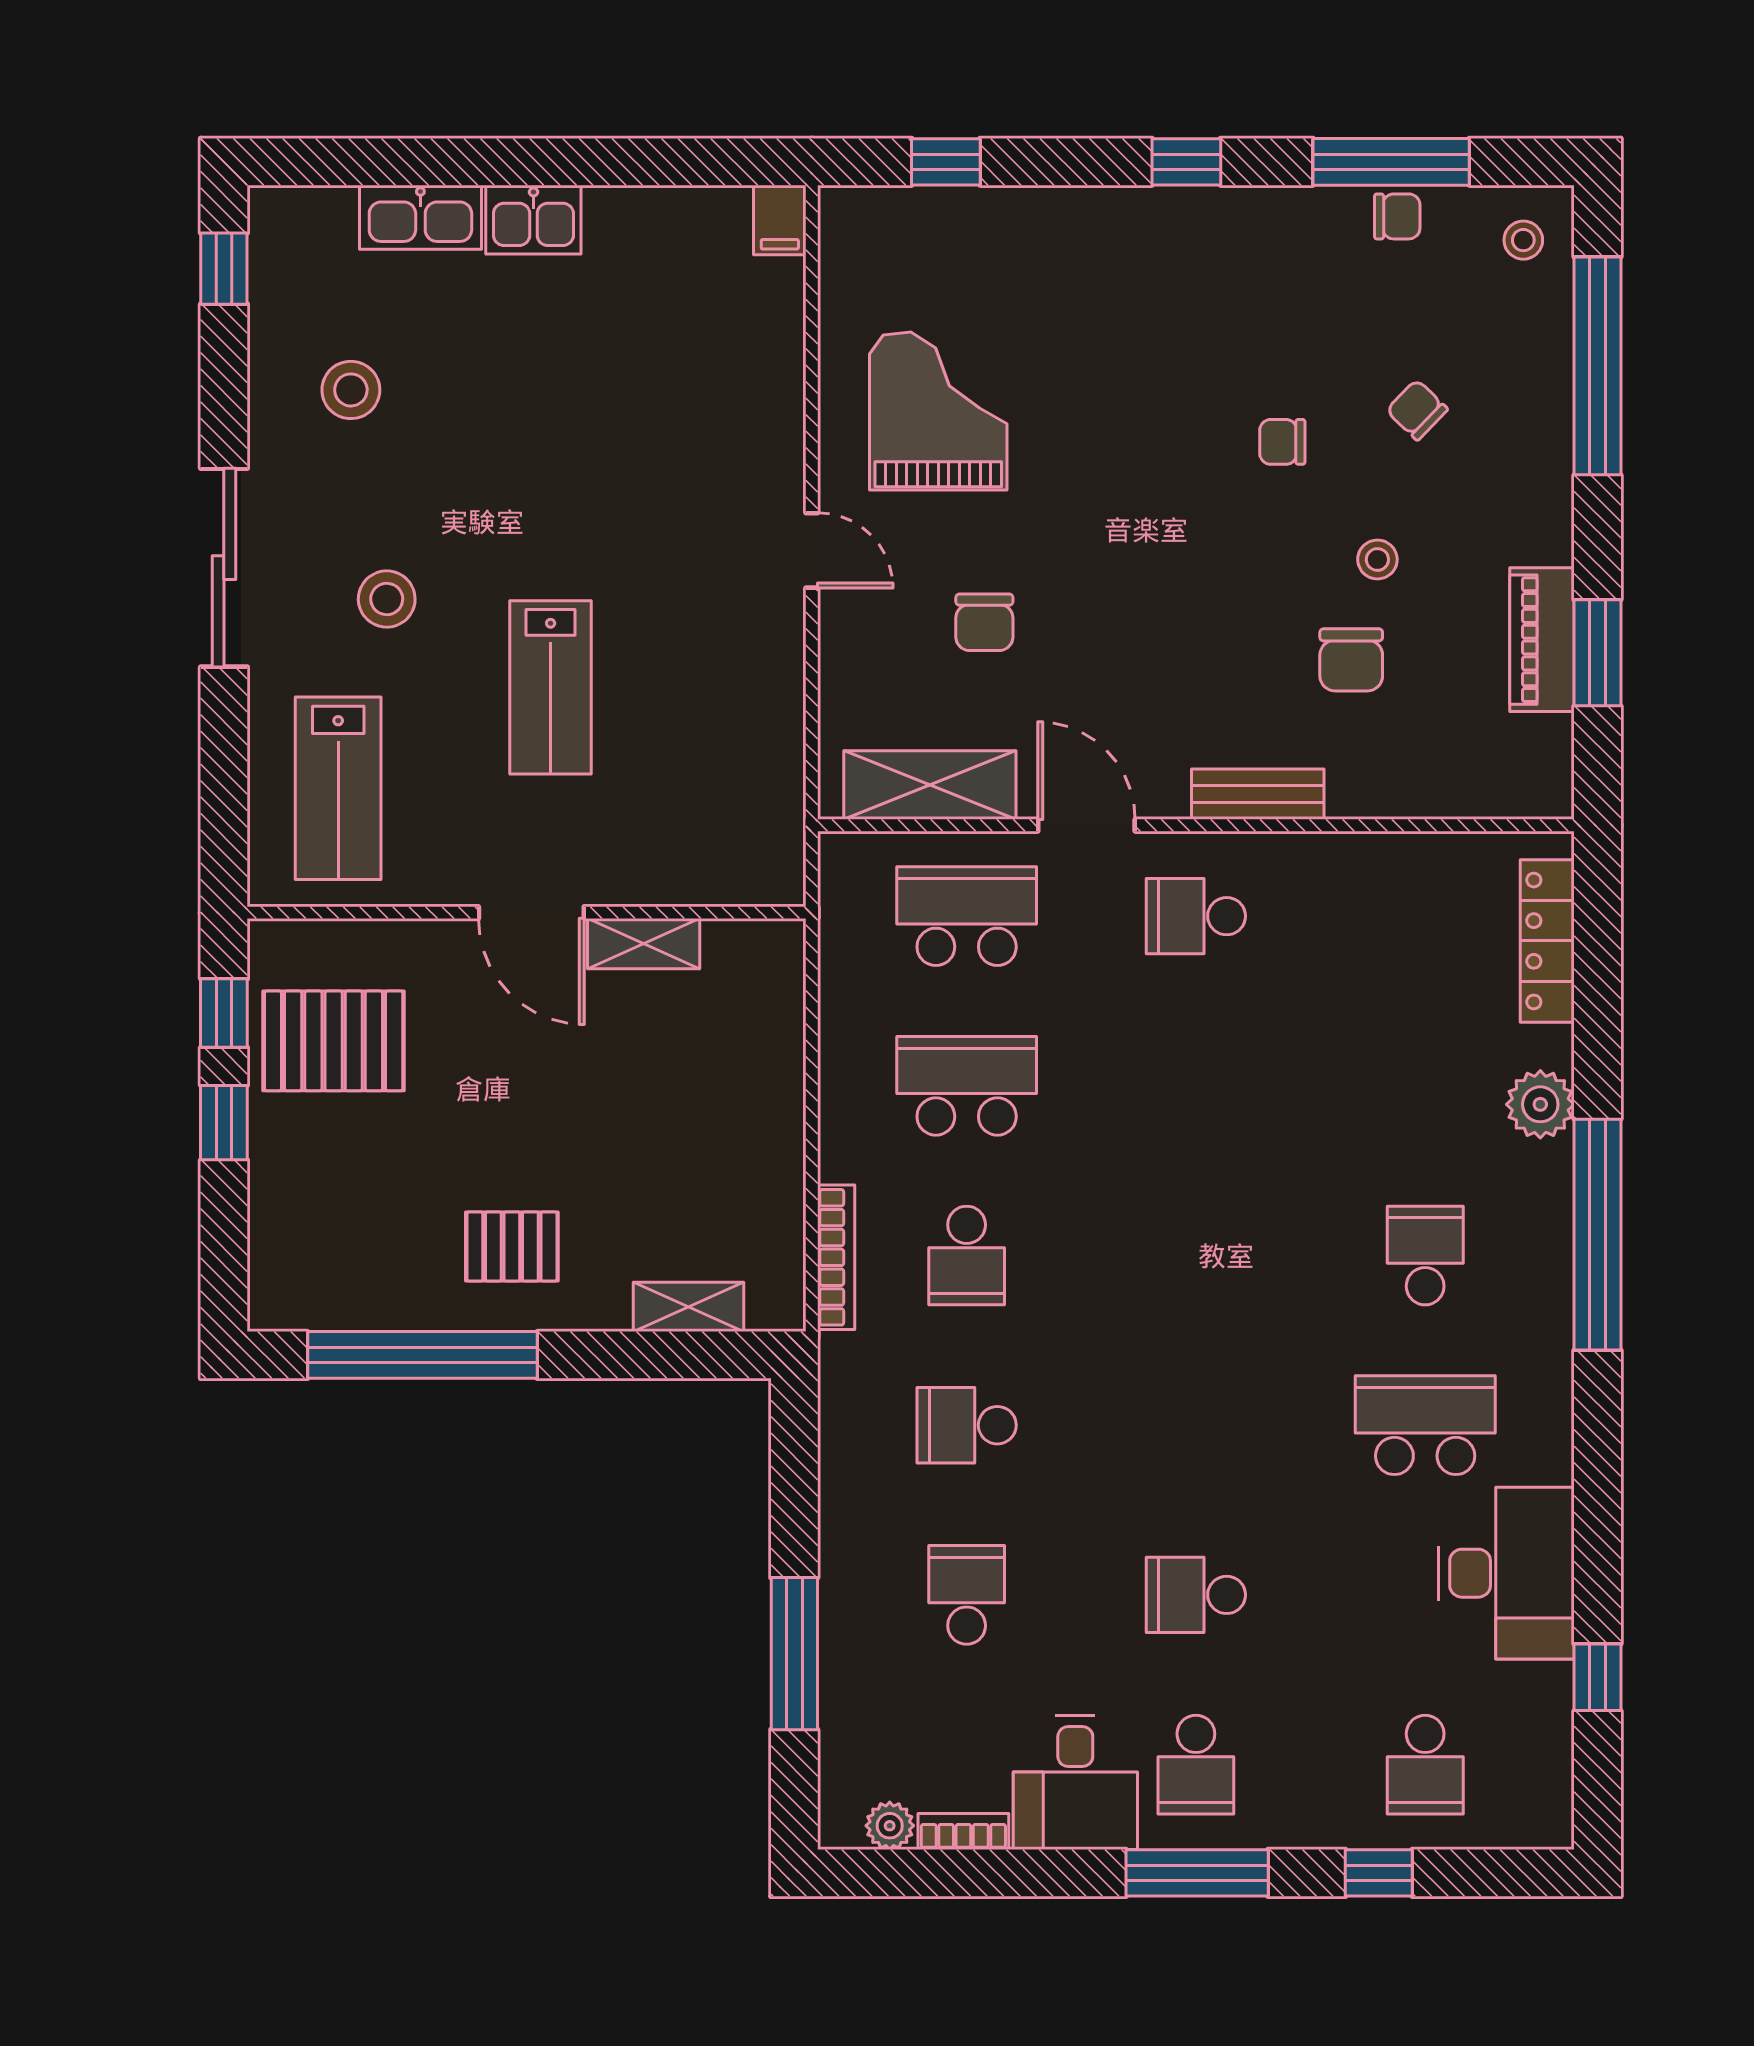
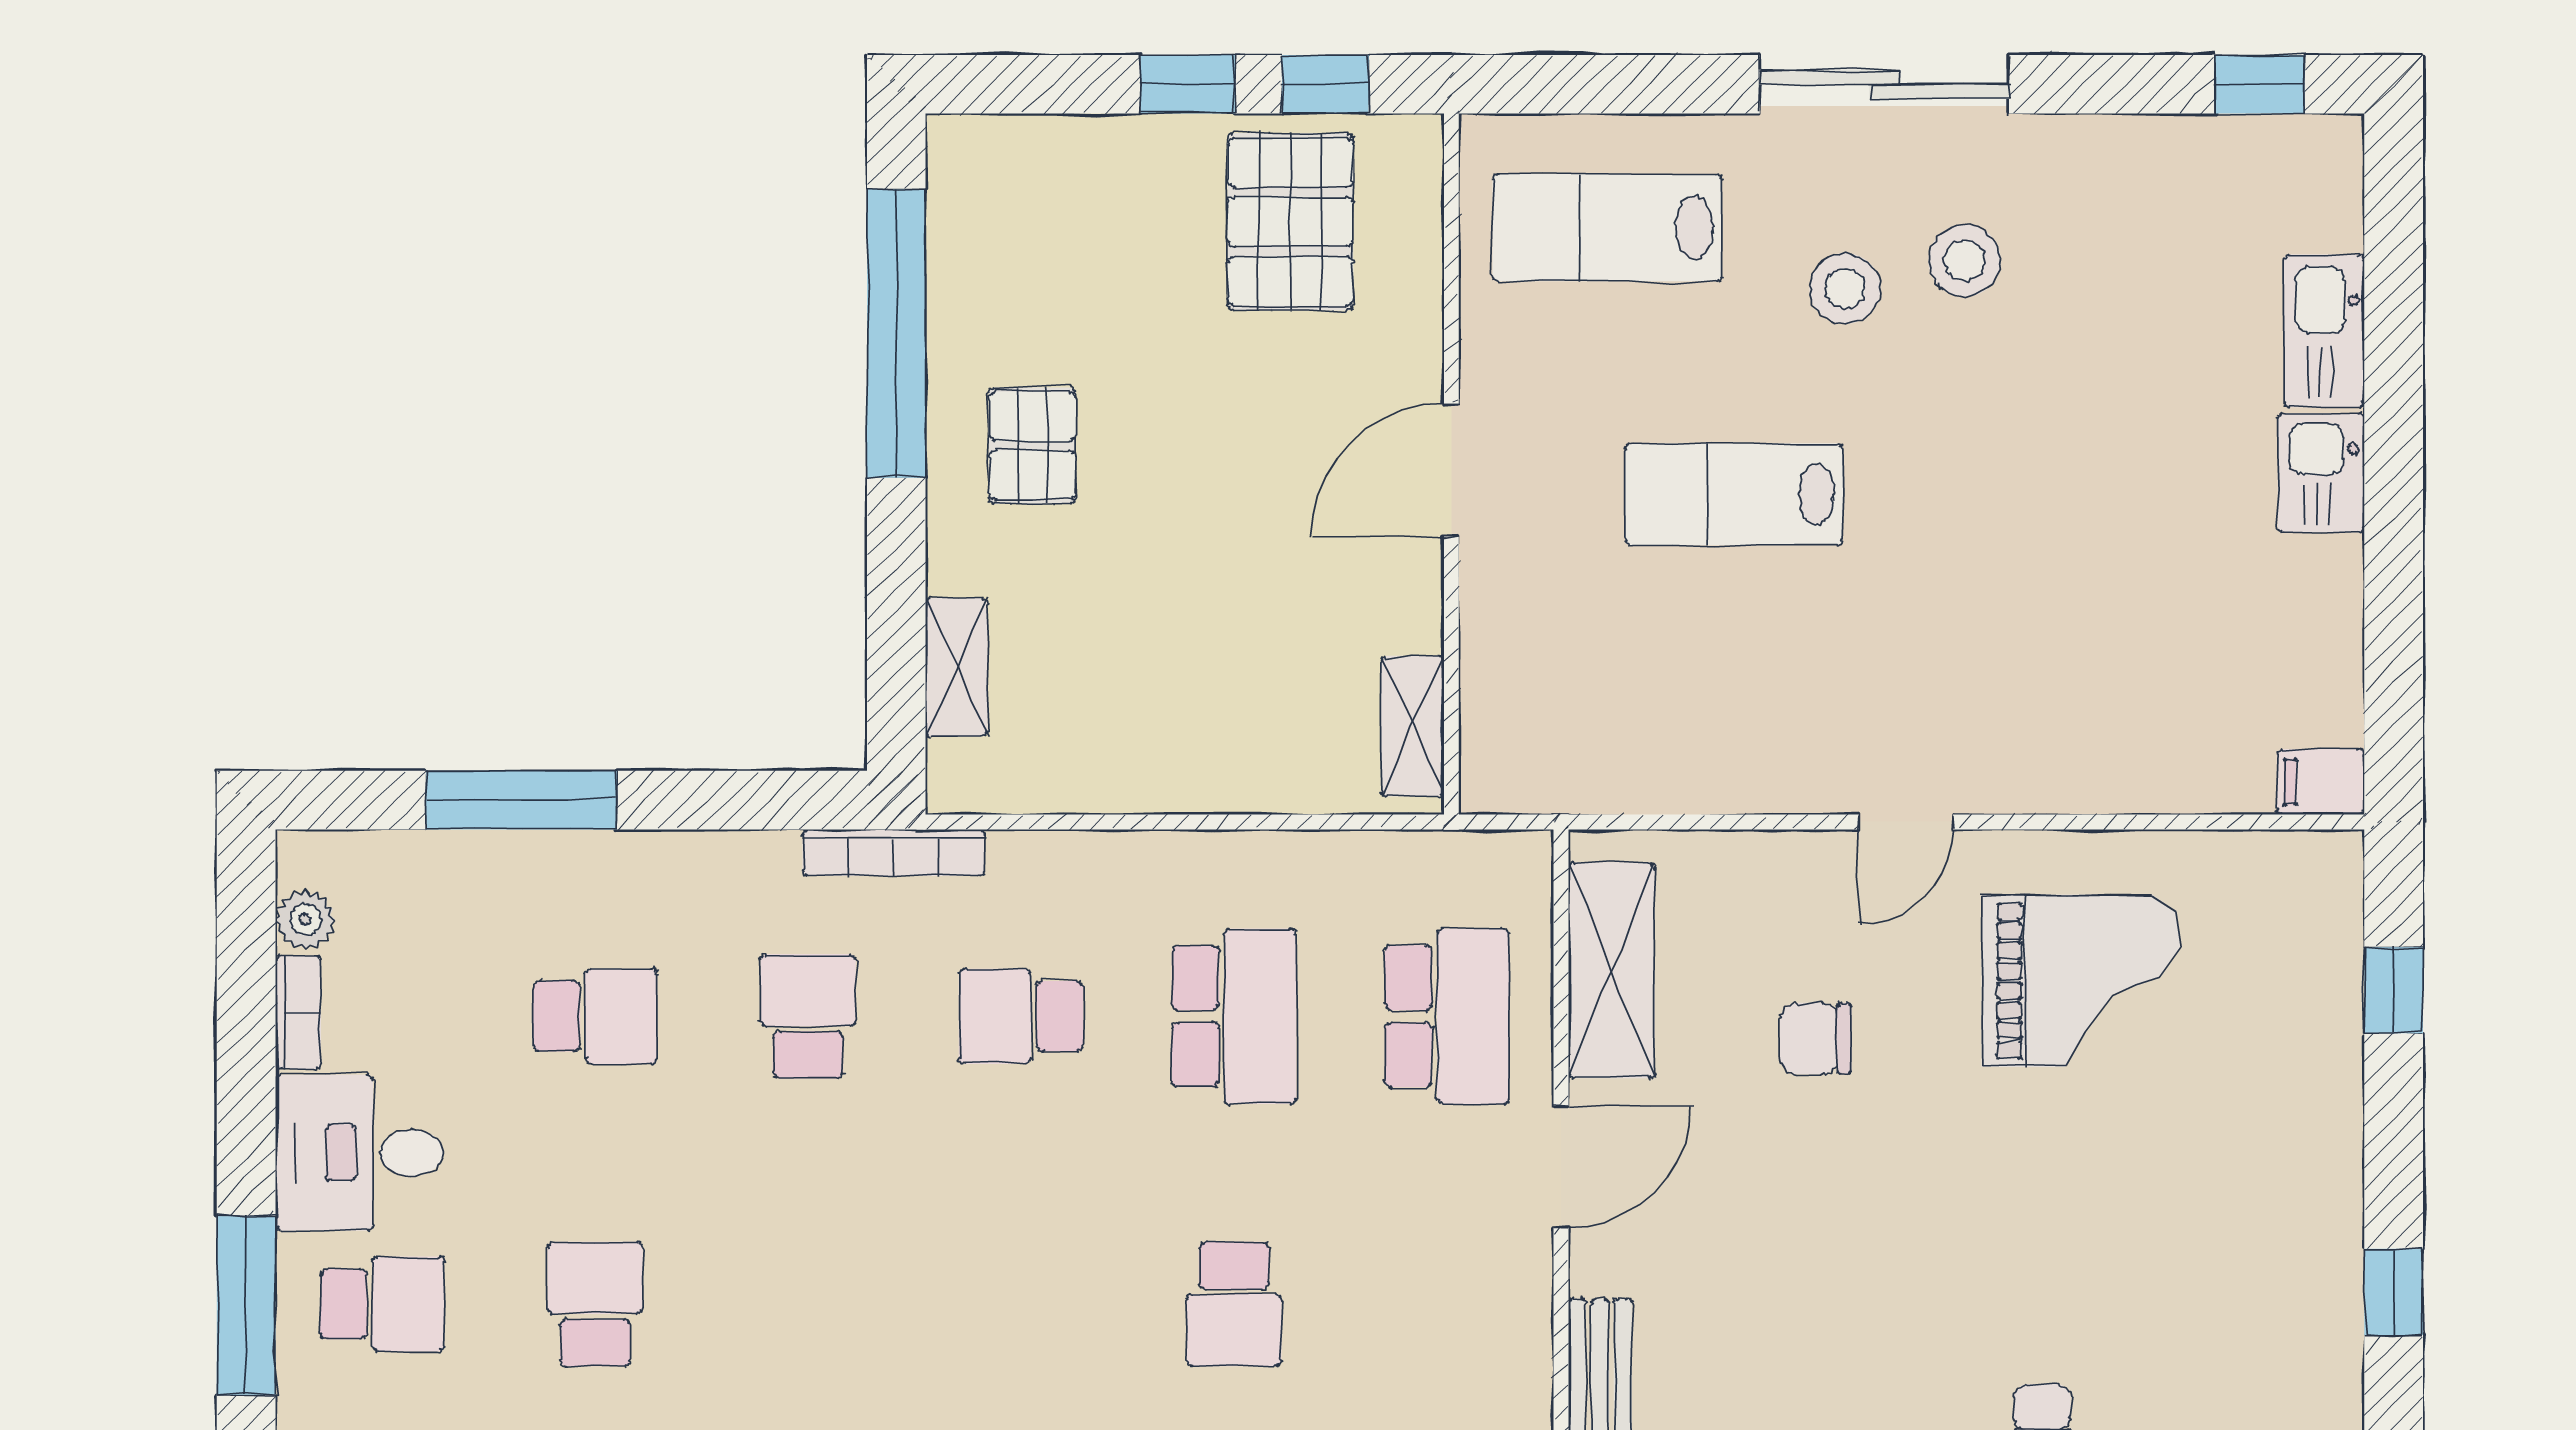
stool: (351, 390) -> (1965, 261), moved
school desk: (1196, 916) -> (1234, 1304), moved, turned 180
shelving: (644, 944) -> (1412, 726), moved
bookcase: (836, 1257) -> (894, 853), moved
school desk: (1196, 1765) -> (382, 1304), turned 180

